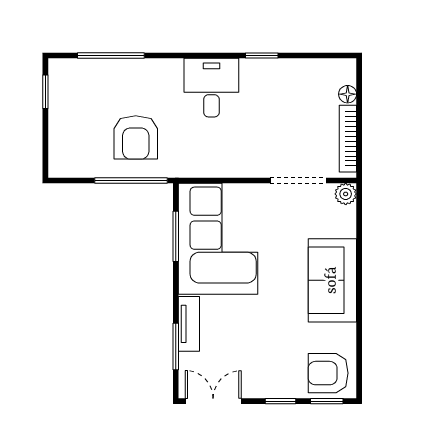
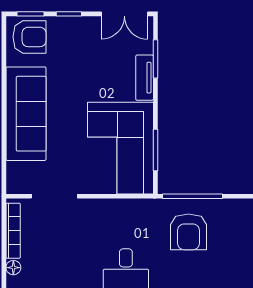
armchair: (136, 137) -> (188, 232), turned 180
plant: (346, 194) -> (15, 185), removed
sofa: (332, 280) -> (26, 114), width x1.36

